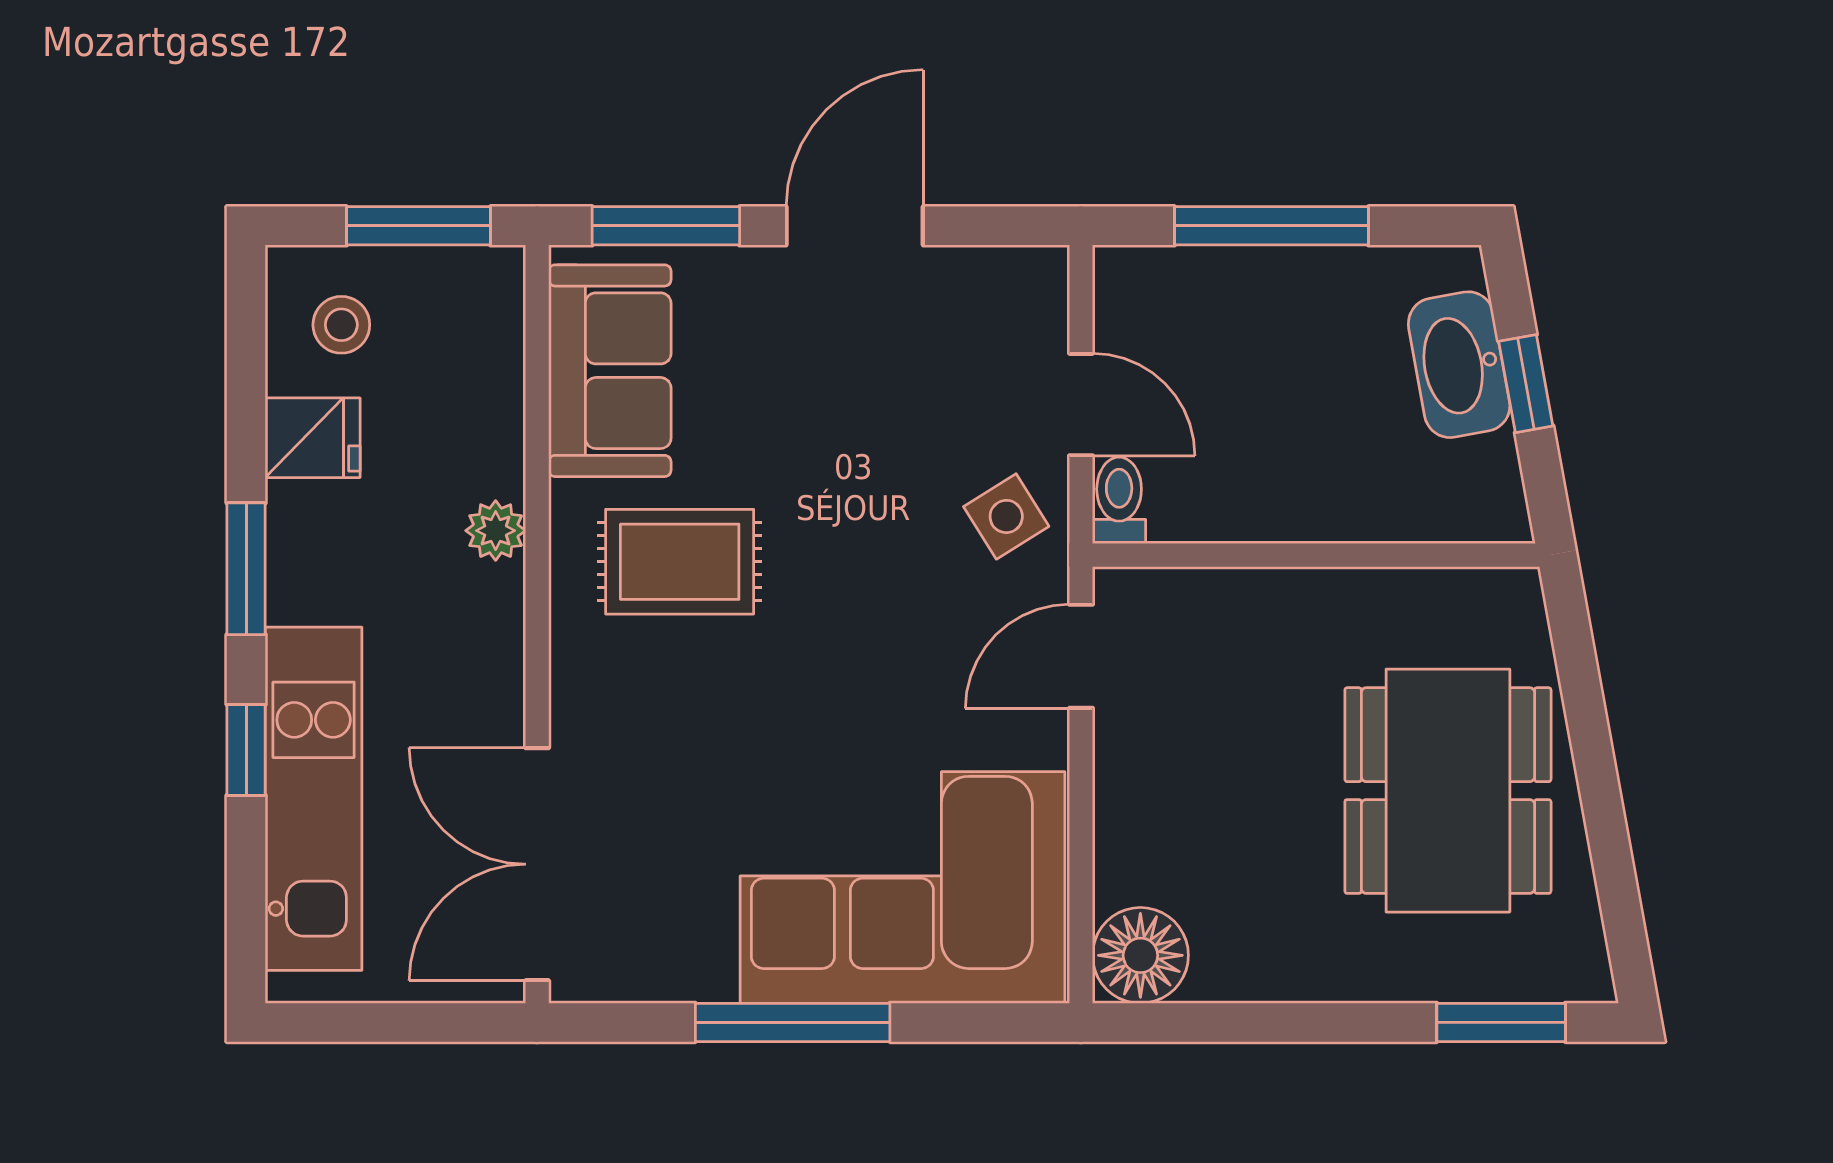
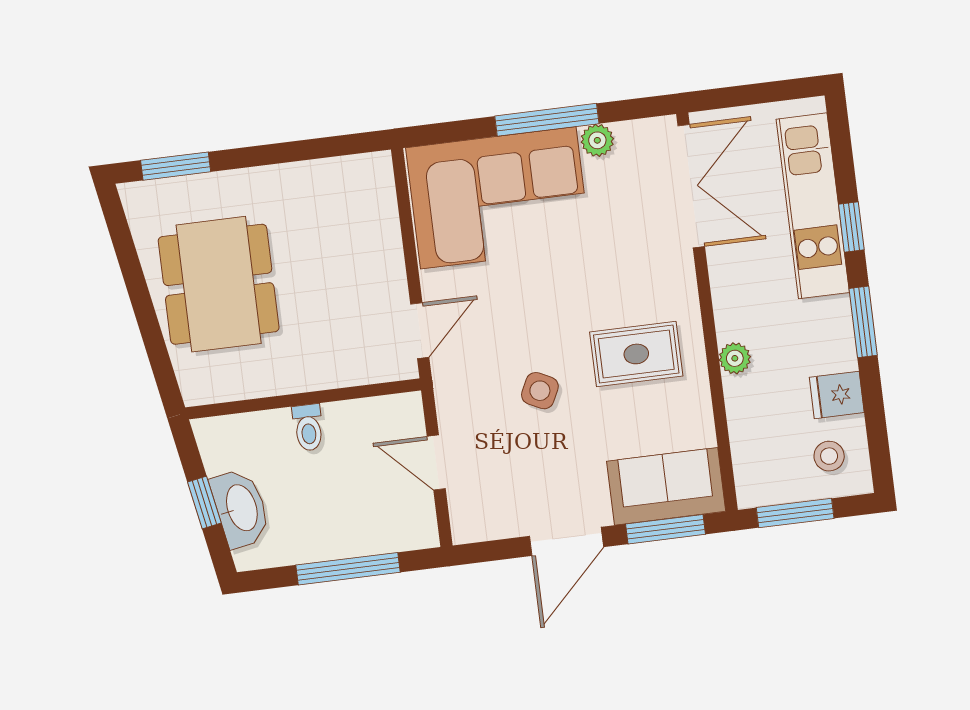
sofa: (610, 371) -> (666, 486), moved, turned 90
toilet: (1119, 500) -> (308, 427), moved
side table: (1006, 516) -> (540, 391), moved, turned -32
floor lamp: (1140, 955) -> (369, 178), removed
plant: (703, 972) -> (597, 140), added

